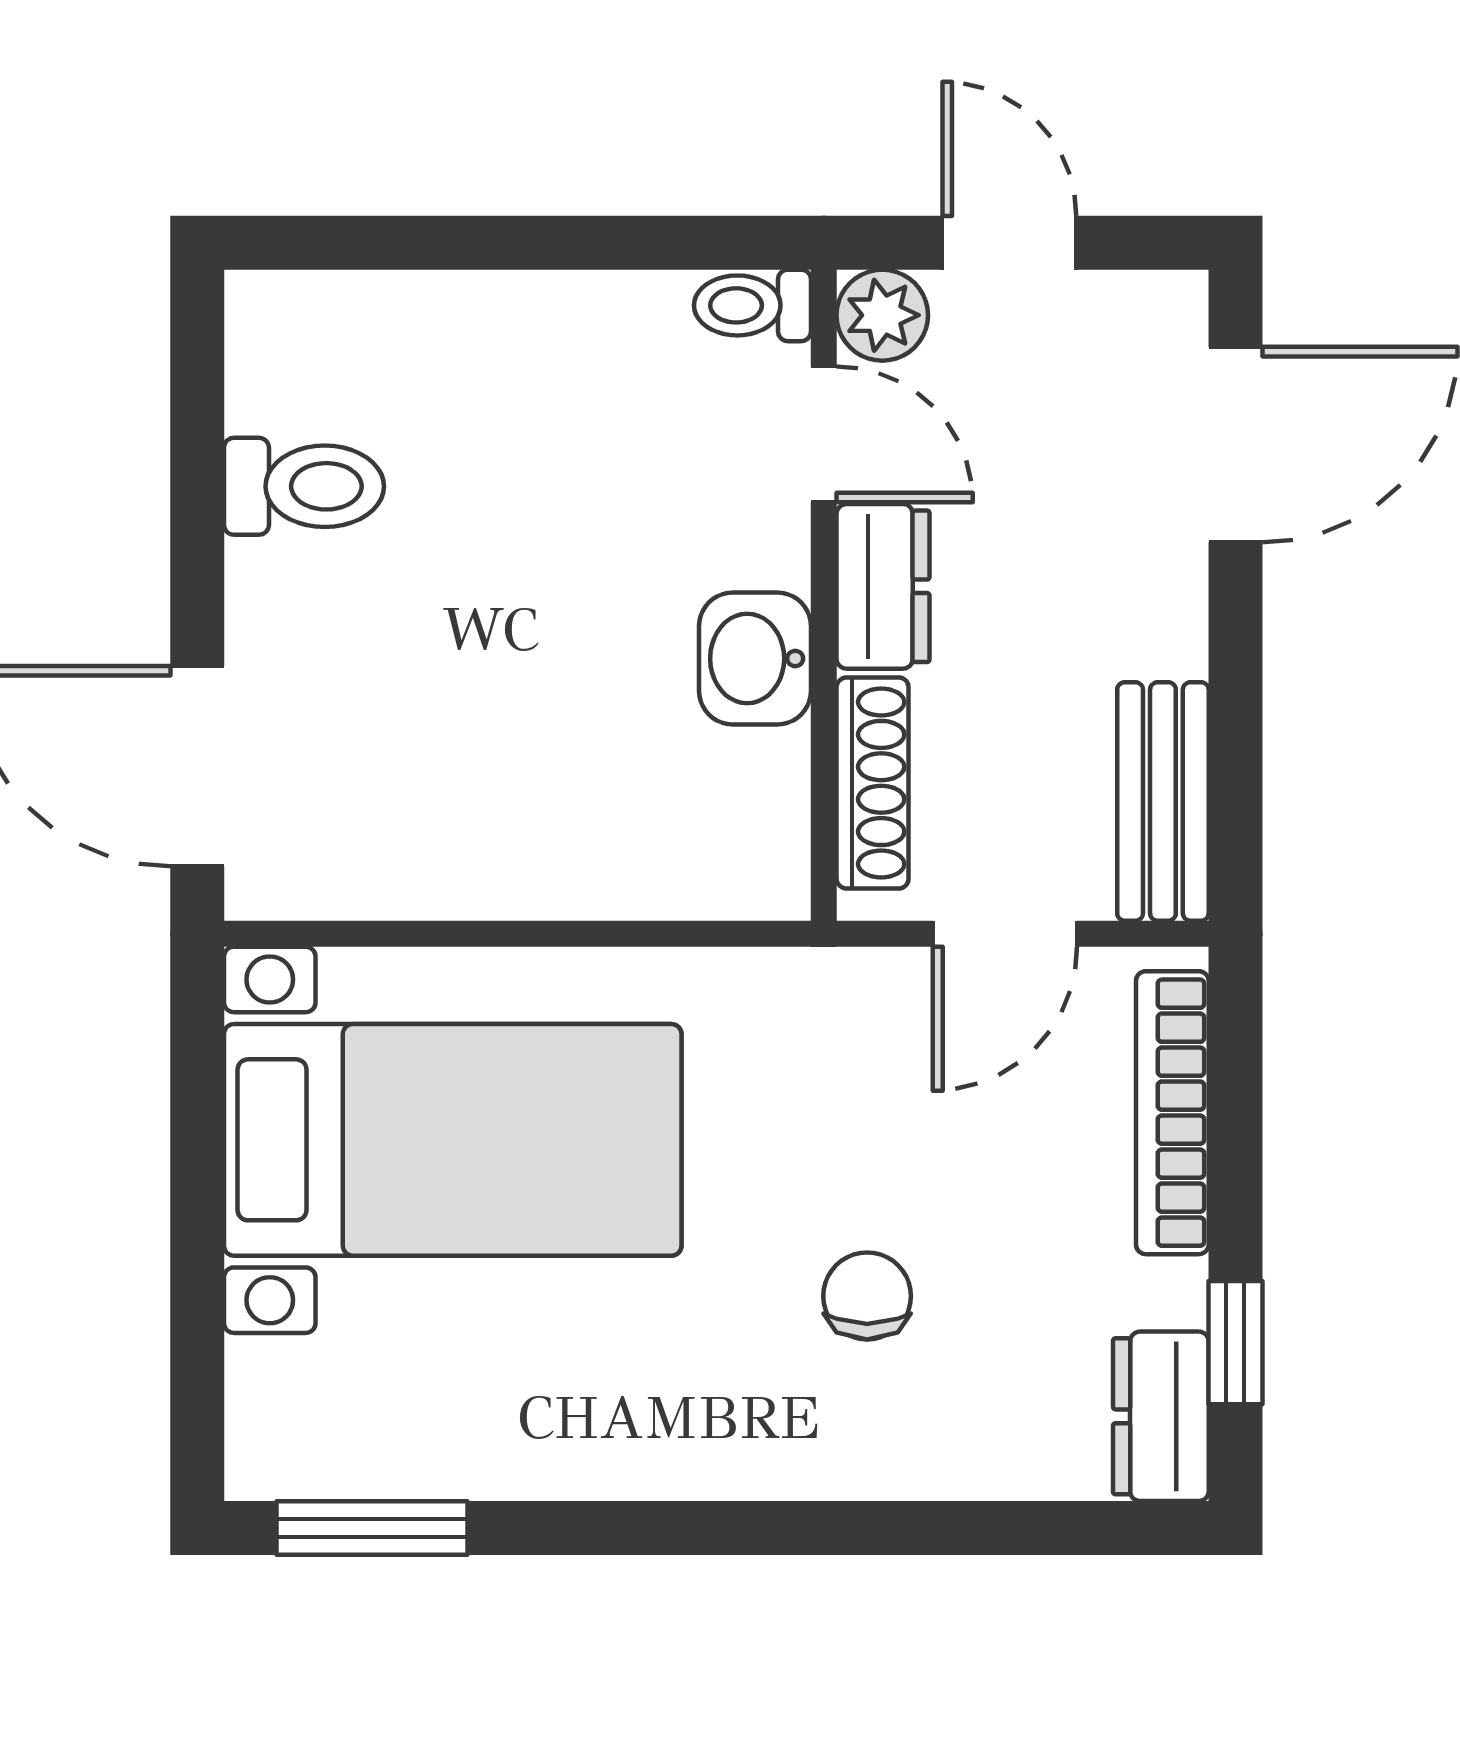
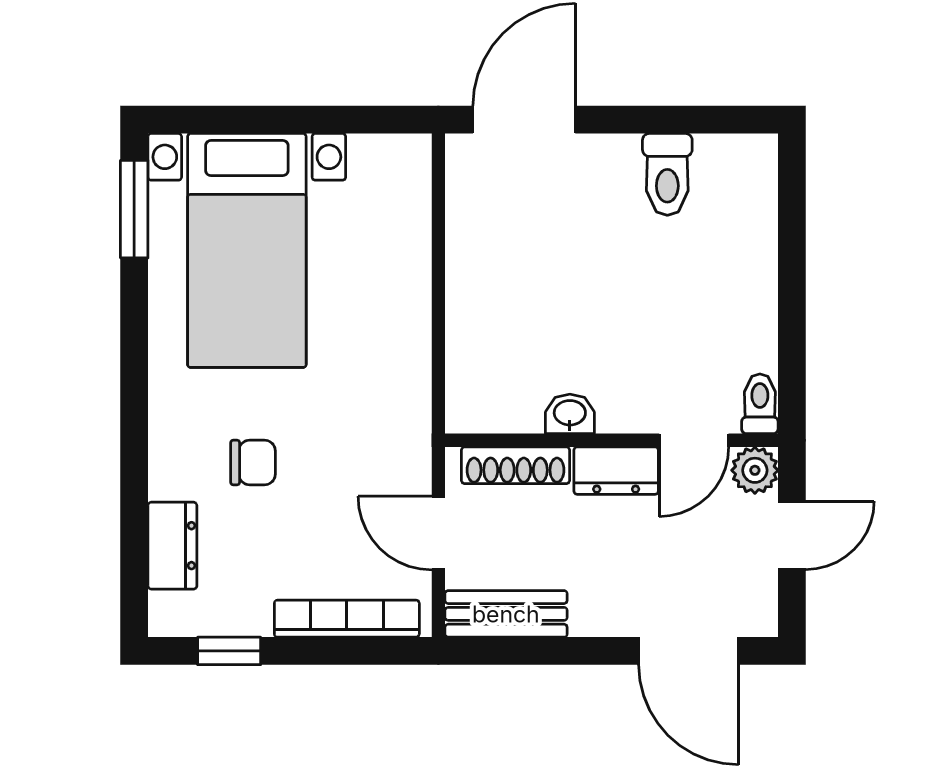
washbasin: (755, 658) -> (570, 414), width x0.72, depth x0.69
bed with nightstands: (453, 1140) -> (247, 250), moved
dresser: (1161, 1416) -> (172, 546), moved, turned 90

